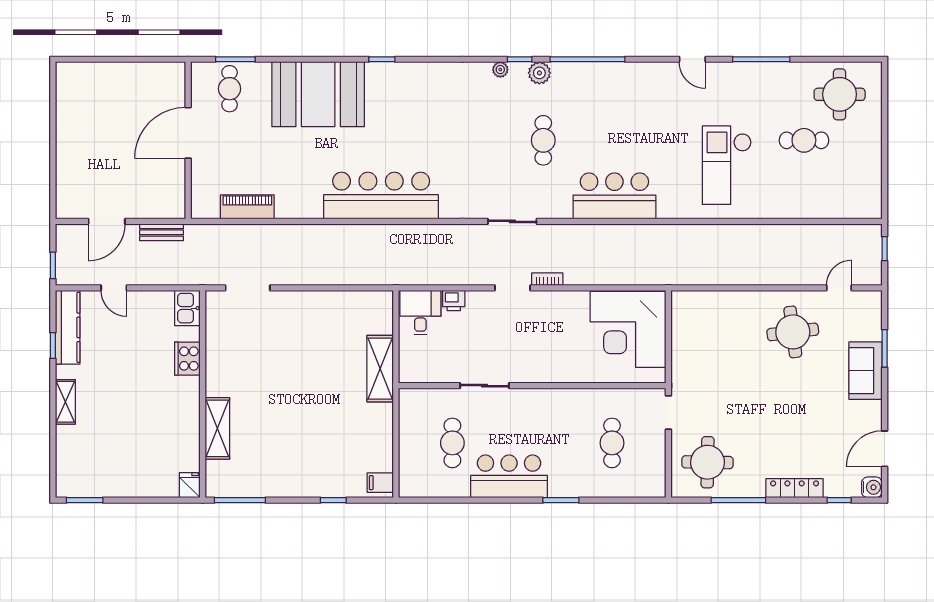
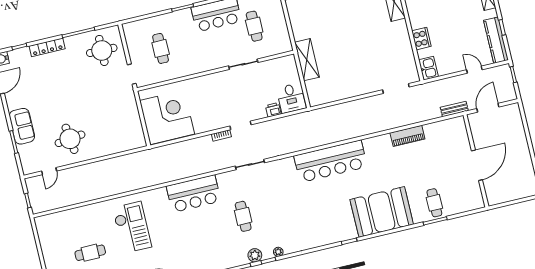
door: (188, 133) -> (477, 165), moved
wall: (188, 140) -> (476, 161), moved

